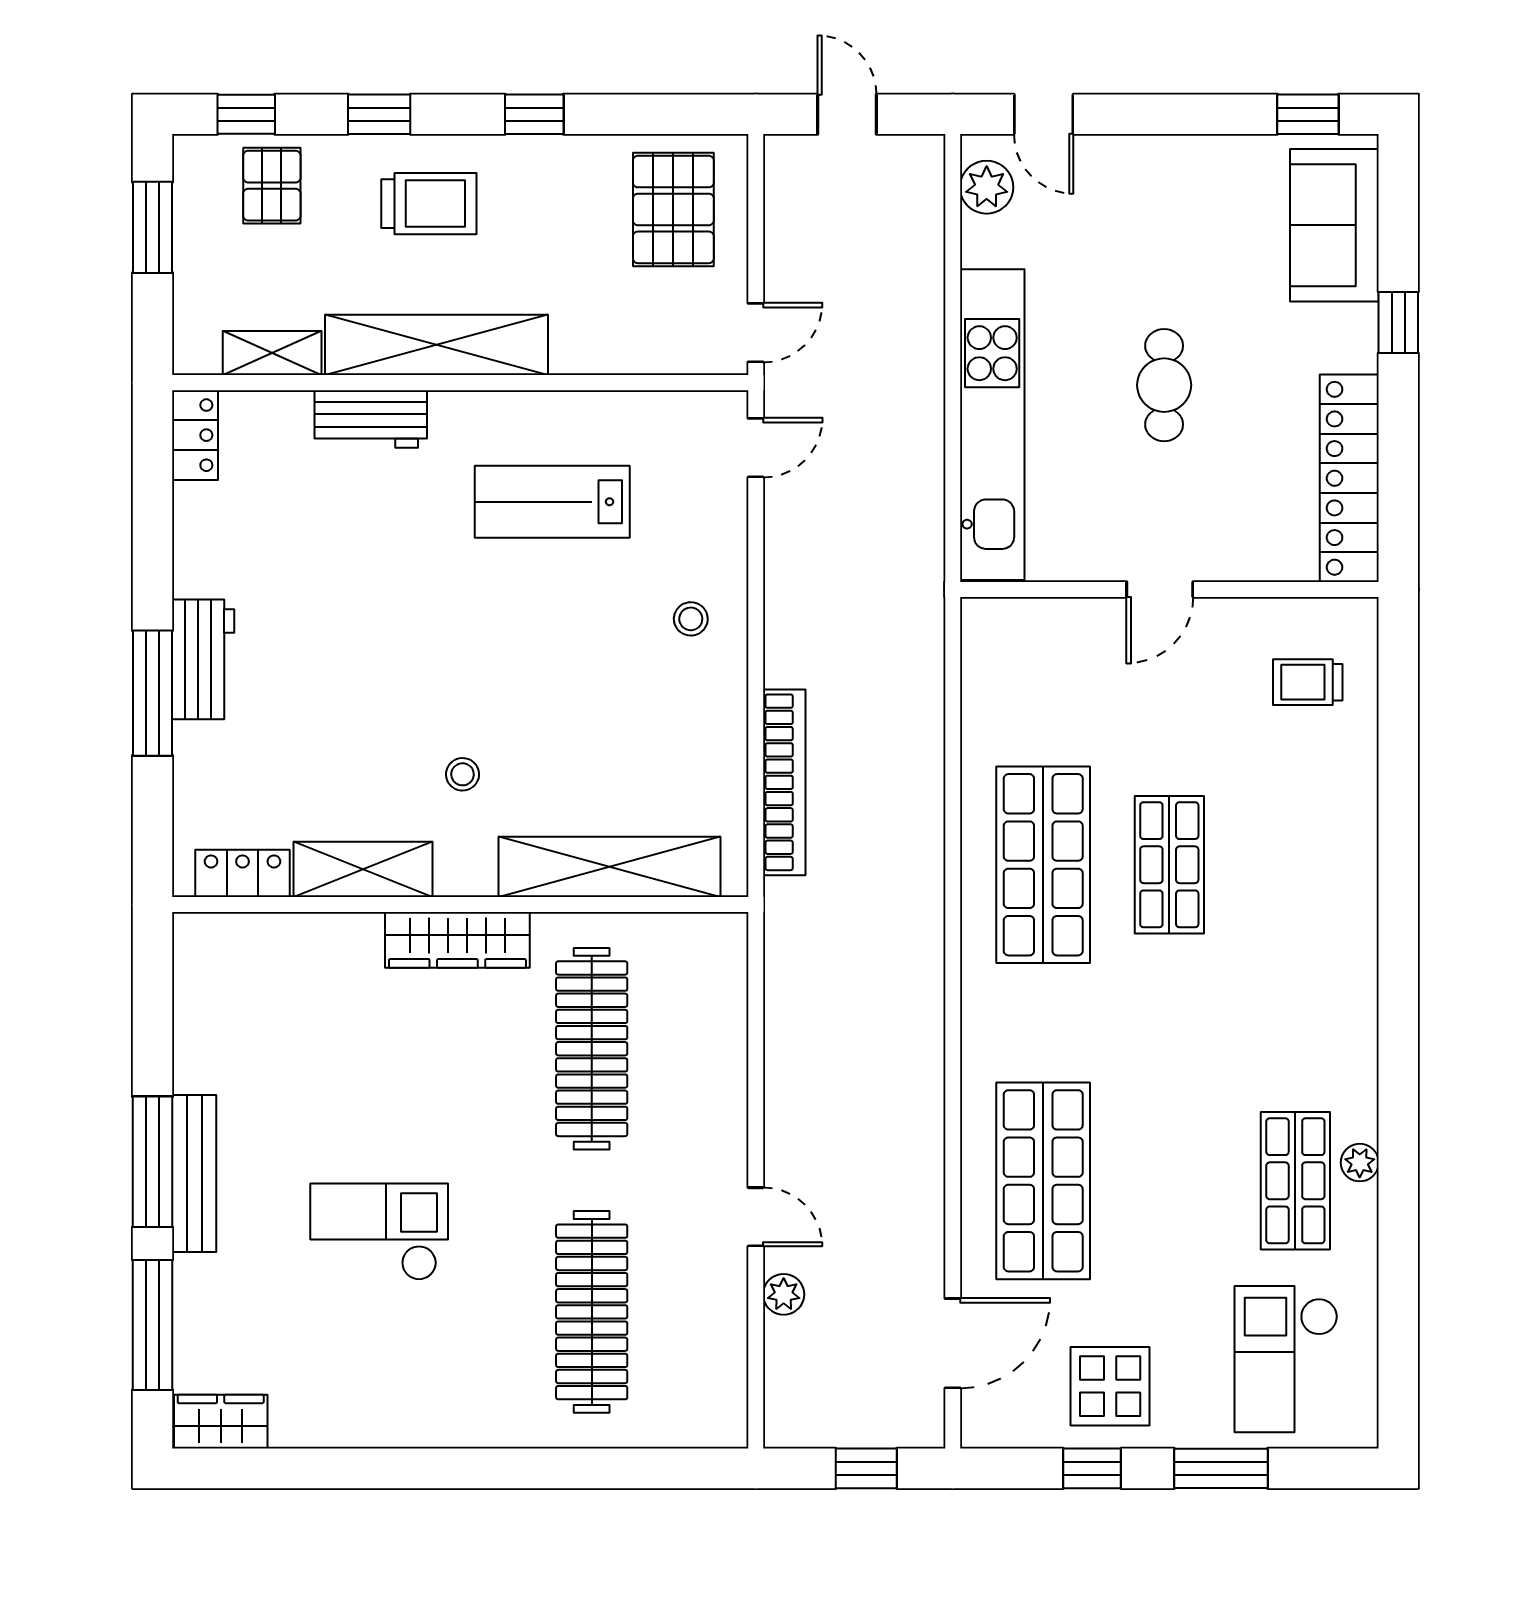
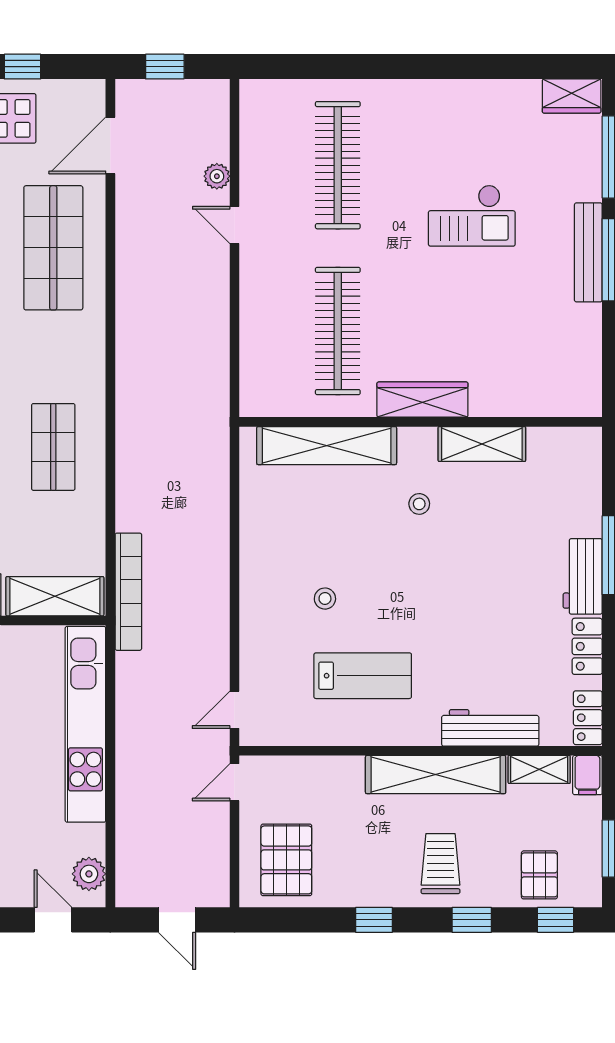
trolley: (429, 204) -> (440, 864), turned 90
filing cabinet: (196, 344) -> (587, 775), added
workbench: (371, 419) -> (490, 728), width x1.38
stool: (691, 619) -> (325, 599), moved
shelving: (1041, 628) -> (55, 596), added
bookcase: (784, 782) -> (128, 592), moved, turned 180
shop shelf: (1043, 865) -> (53, 447), width x0.70, depth x0.74
locker: (242, 873) -> (587, 646), moved, turned 90

